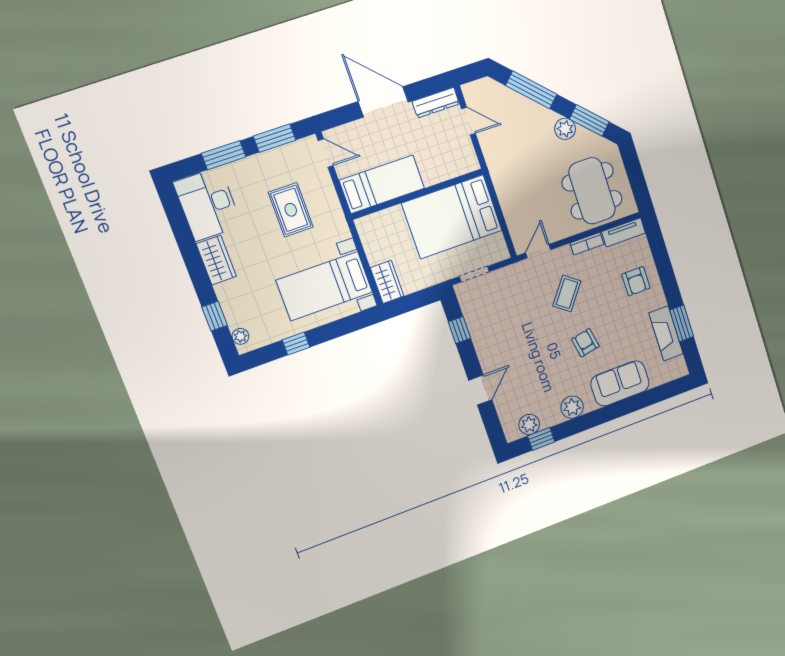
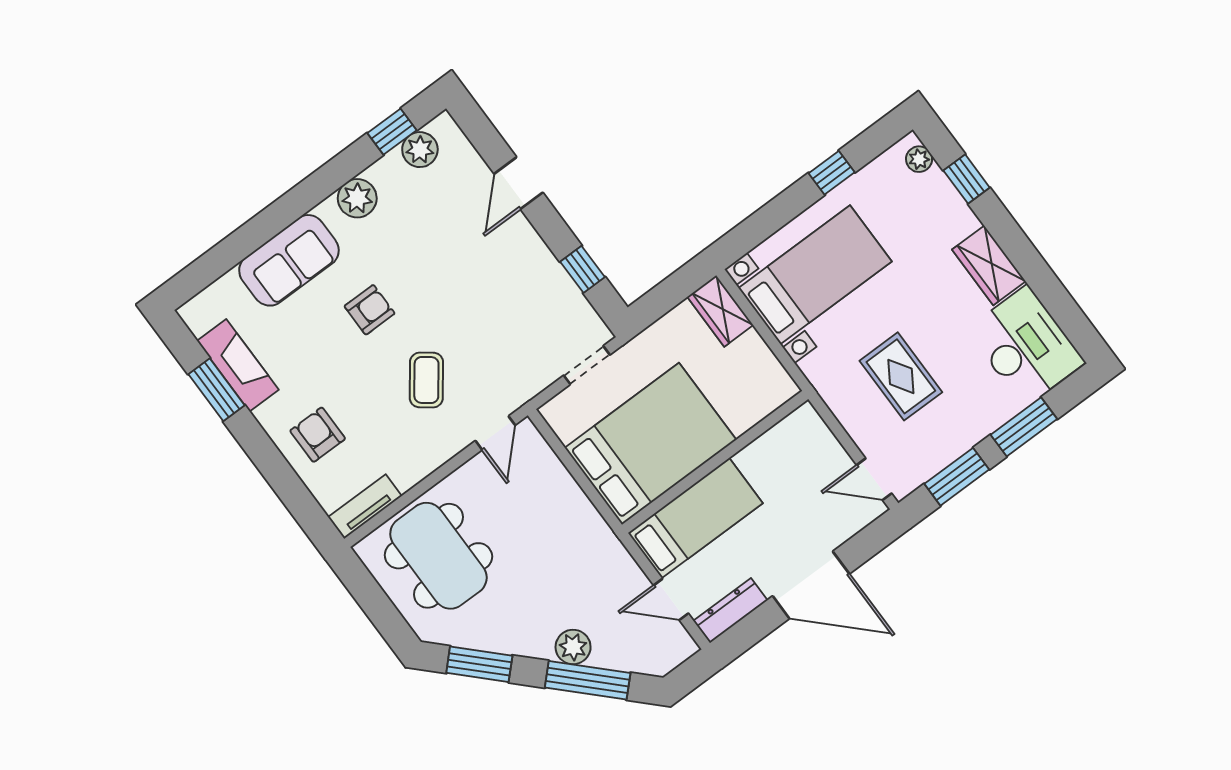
plant: (565, 129) -> (573, 647), moved
bed: (382, 184) -> (695, 518), moved, turned 180
bookcase: (587, 244) -> (419, 470), removed
armchair: (585, 343) -> (370, 310), turned -79

